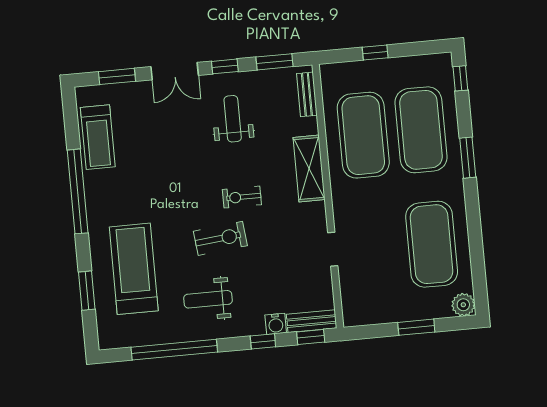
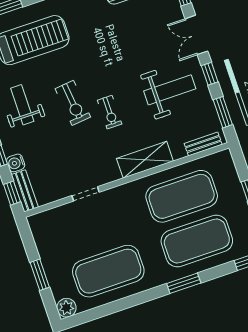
weight bench: (233, 119) -> (170, 90), width x1.36, depth x1.33
exercise bike: (242, 197) -> (110, 112), turned 180

